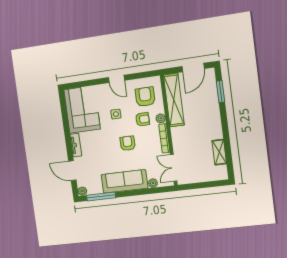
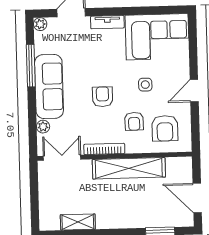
armchair: (145, 97) -> (165, 128), turned 90
shelving: (174, 100) -> (129, 168), moved
plant: (161, 118) -> (133, 147), removed
armchair: (128, 143) -> (103, 97), turned -90
window: (101, 196) -> (31, 66), moved

